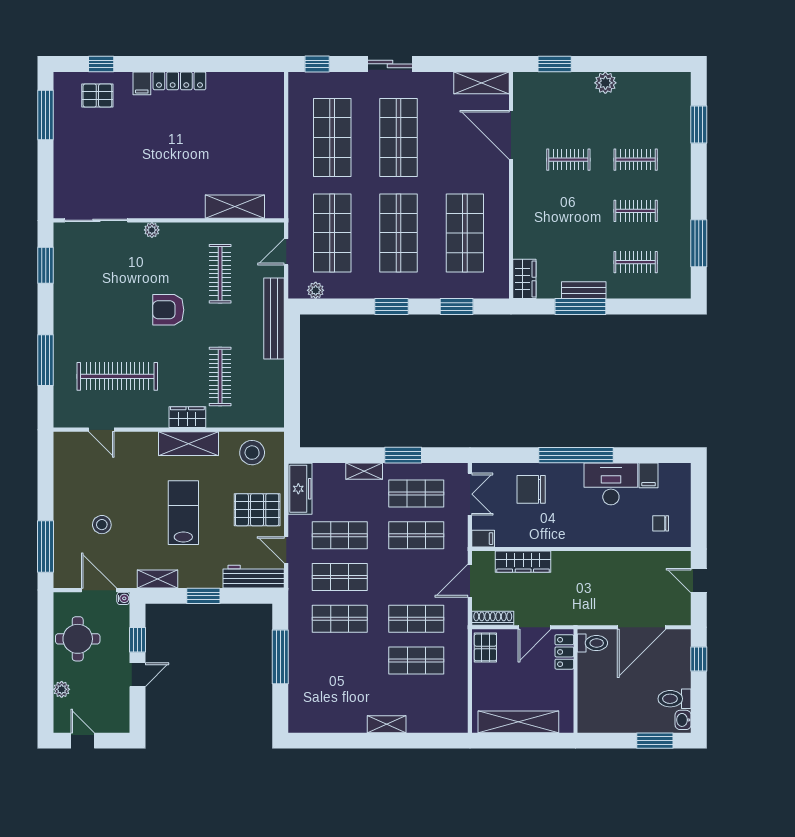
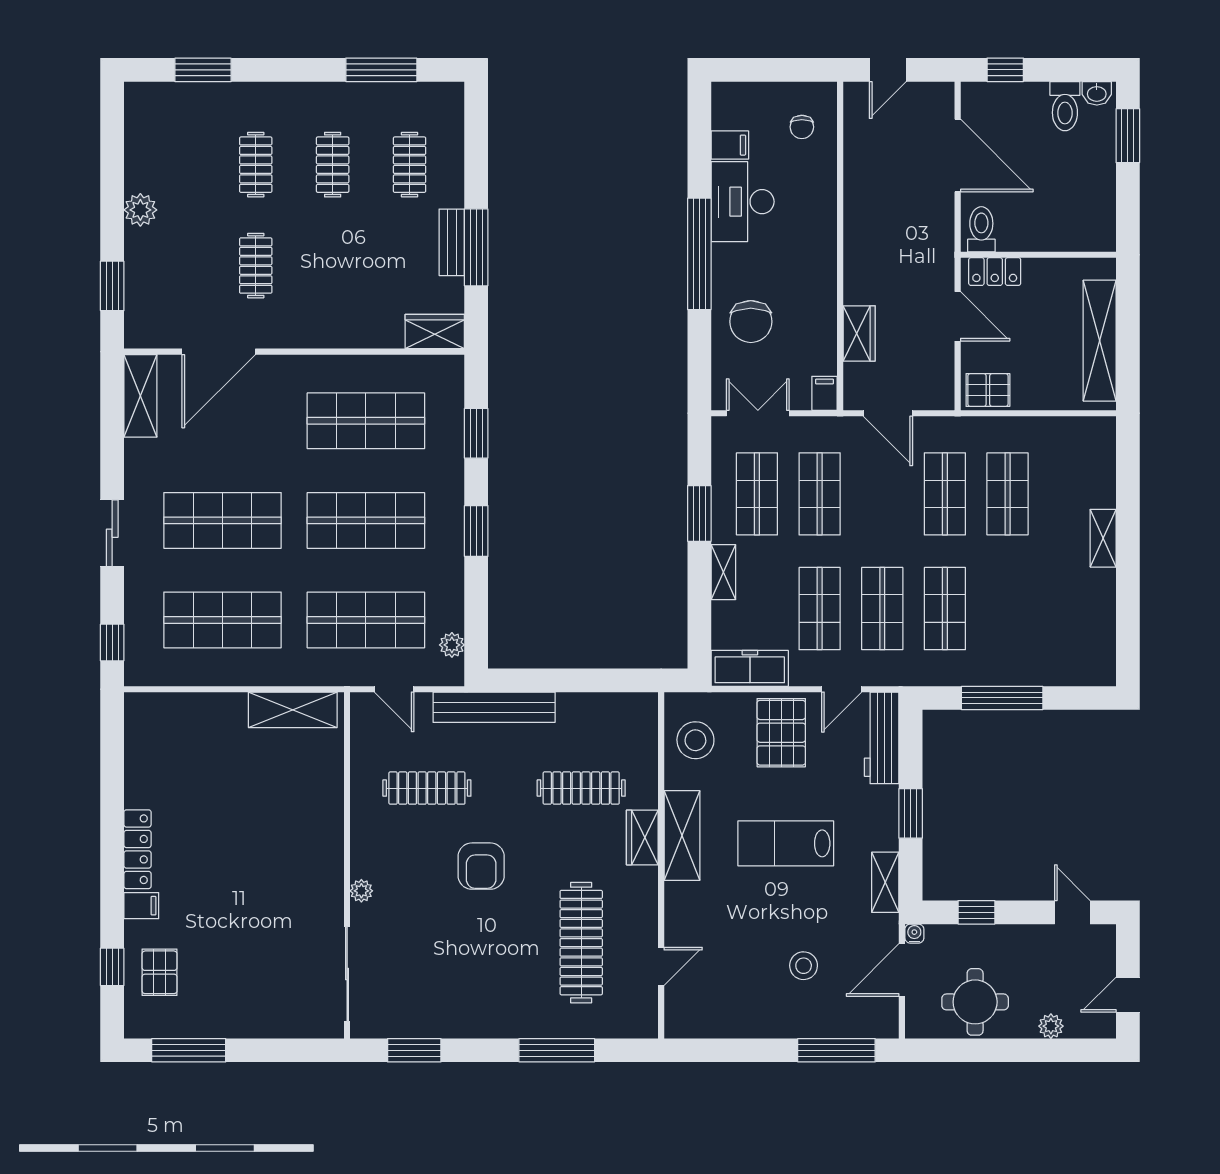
shelving: (235, 207) -> (293, 710), moved, turned 90
wardrobe: (523, 562) -> (859, 333), width x0.67
shoe rack: (493, 618) -> (944, 379), removed
door: (137, 675) -> (1072, 912), moved

